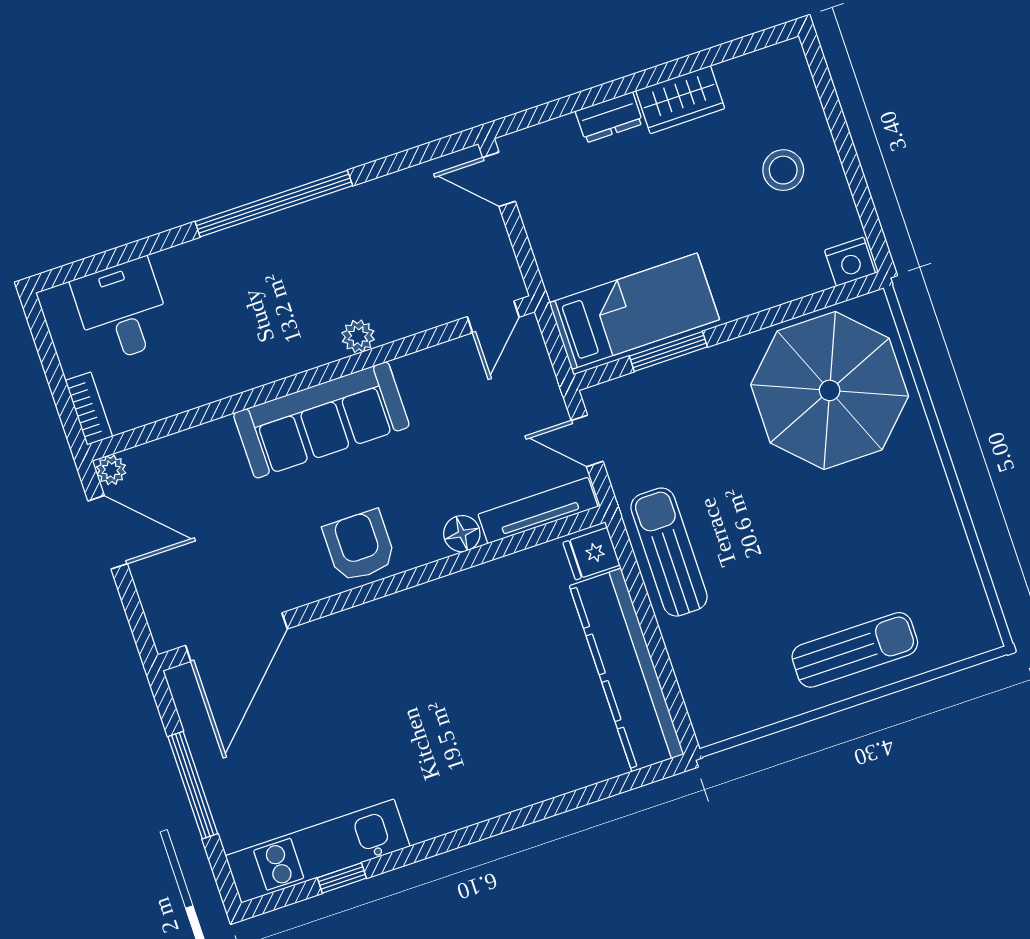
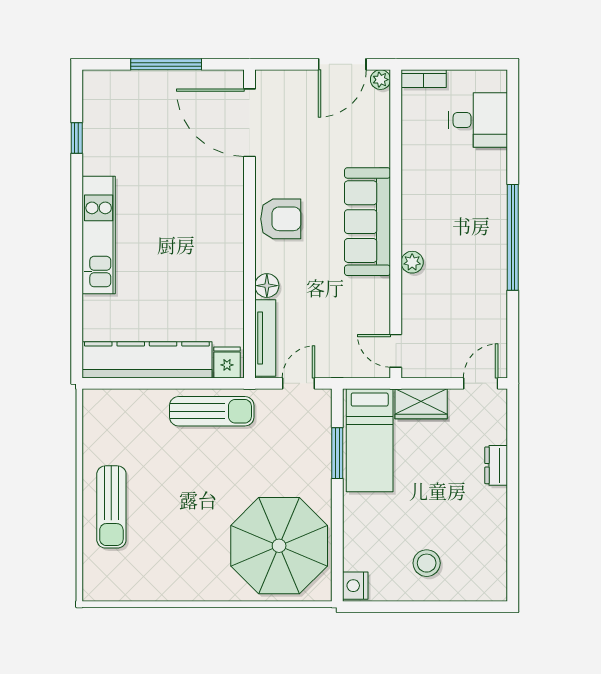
wardrobe: (680, 100) -> (421, 404), moved, turned -90
kitchen unit: (318, 851) -> (99, 235), moved

